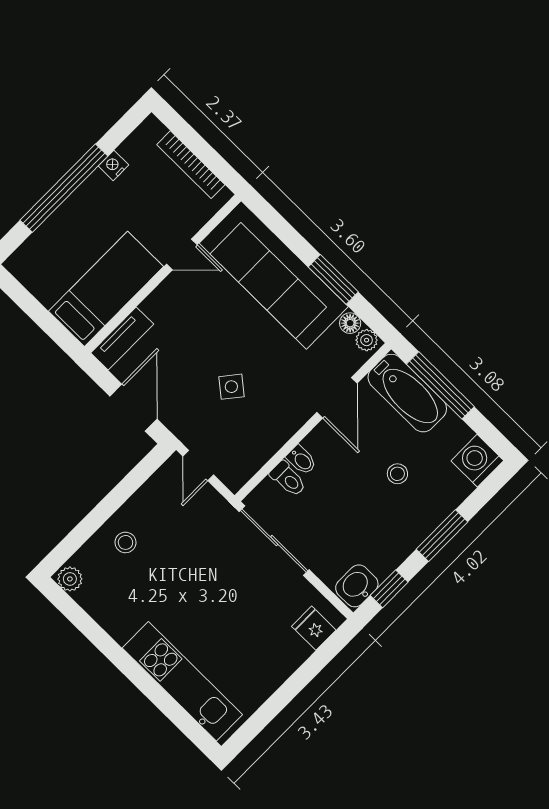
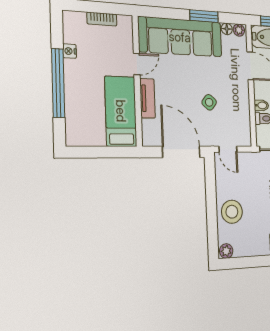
bookcase: (191, 165) -> (102, 19), width x0.64
tv unit: (122, 338) -> (147, 98), moved
door: (133, 408) -> (181, 152), width x1.36
stool: (125, 542) -> (232, 212), width x1.89, depth x1.89

